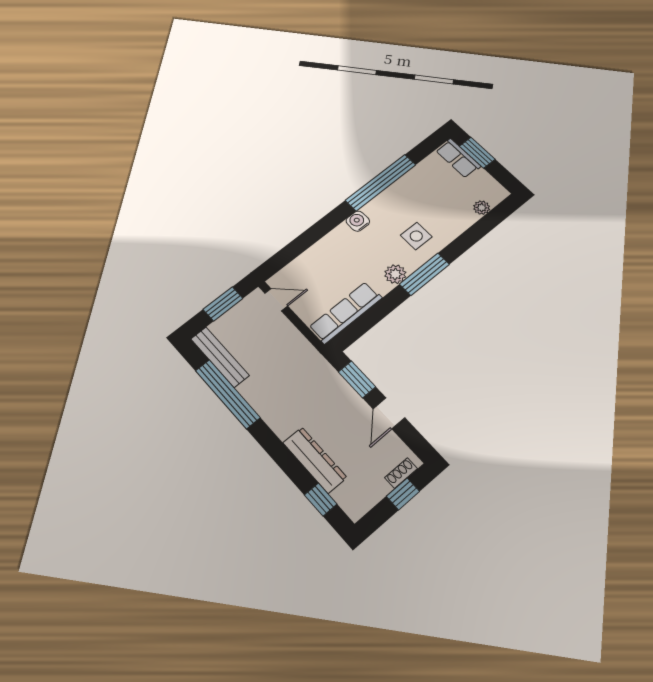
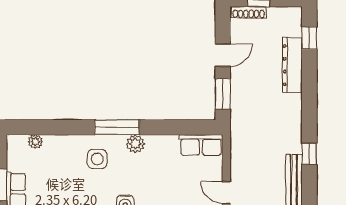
row of seats: (346, 313) -> (201, 145), width x0.68
window: (228, 394) -> (309, 154), width x0.32
shoe rack: (401, 473) -> (249, 12), width x1.43

